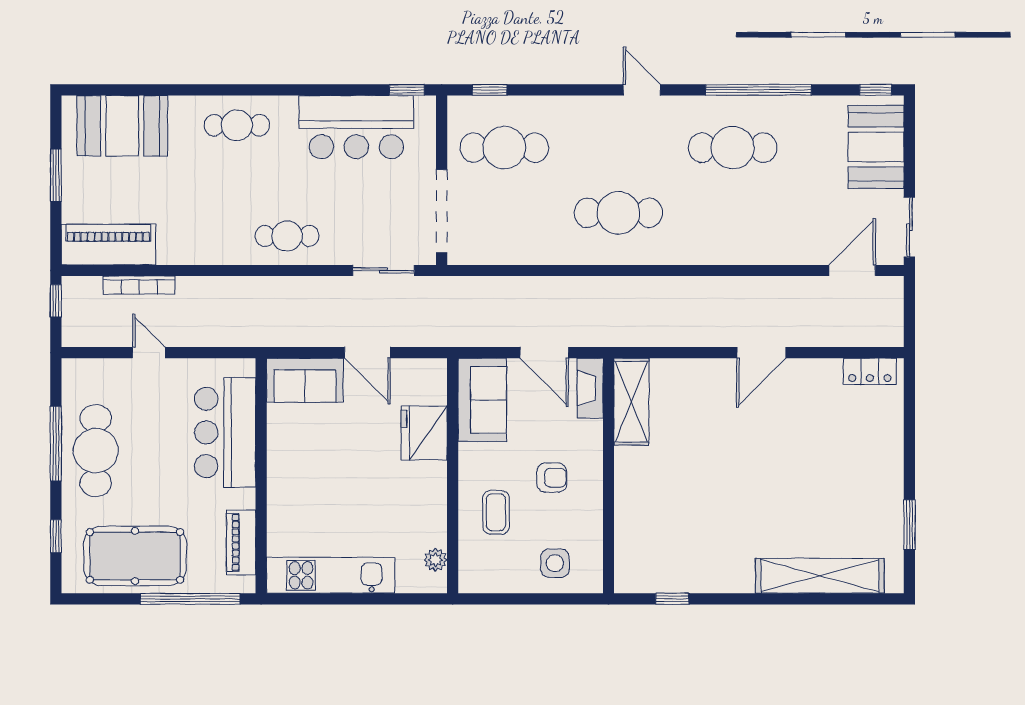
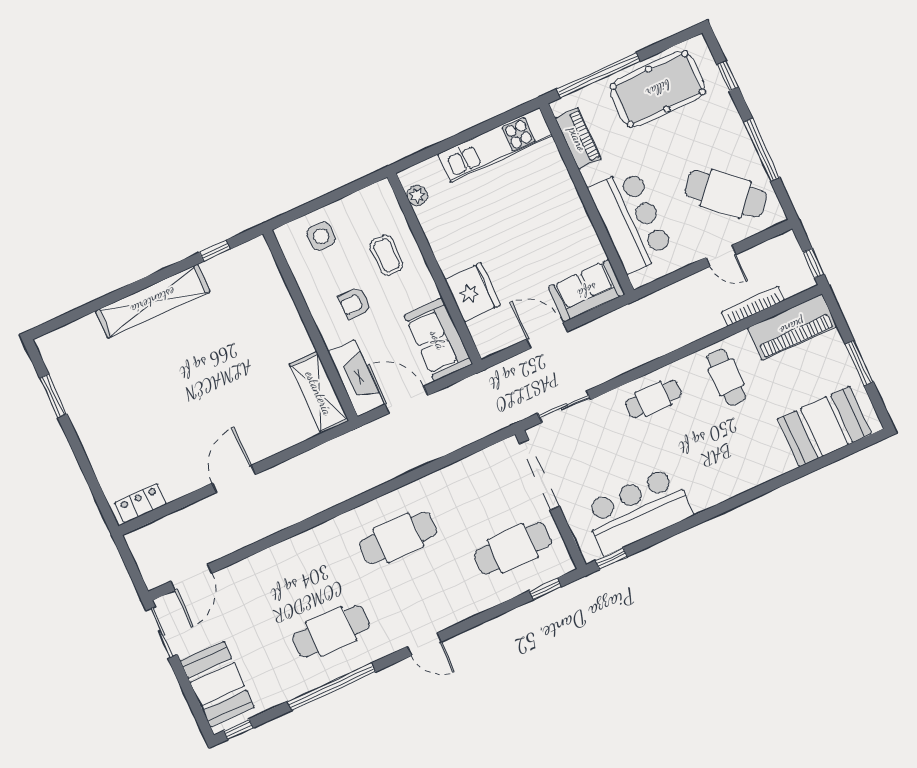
cafe table: (237, 125) -> (726, 377), moved, turned 90
fireplace: (590, 388) -> (356, 378), width x1.37, depth x1.32
cafe table: (96, 451) -> (726, 194), moved, turned -48
shelving: (820, 576) -> (153, 301), moved

